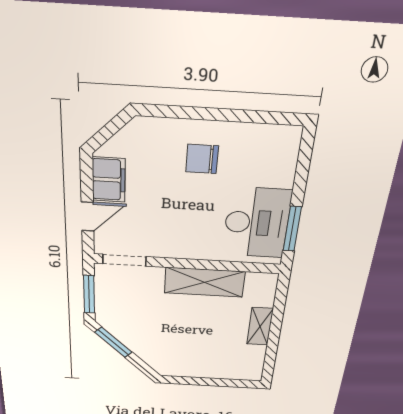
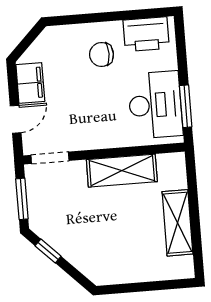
printer: (263, 143) -> (146, 34), added
shelving: (260, 326) -> (177, 223), width x1.50, depth x1.33
window: (113, 342) -> (48, 251), width x0.67

